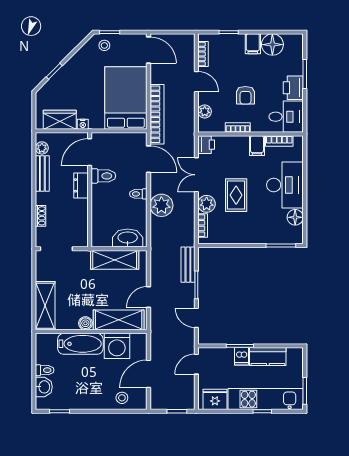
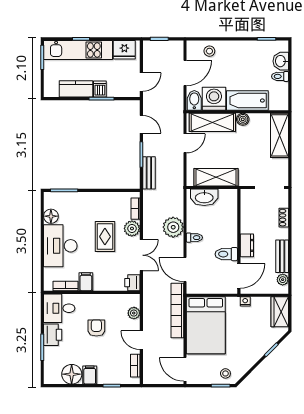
wardrobe: (60, 120) -> (280, 312), moved, turned 90
bookcase: (238, 128) -> (103, 298), removed
bidet: (138, 344) -> (194, 100), added

